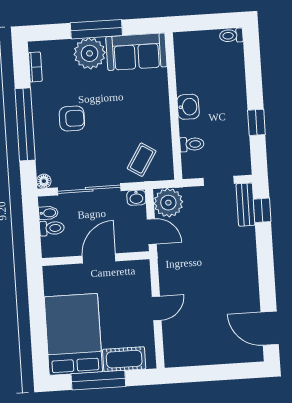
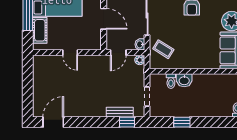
washbasin: (188, 107) -> (184, 80), moved
plant: (168, 203) -> (140, 60), width x0.53, depth x0.53
bench: (246, 205) -> (120, 112), moved

